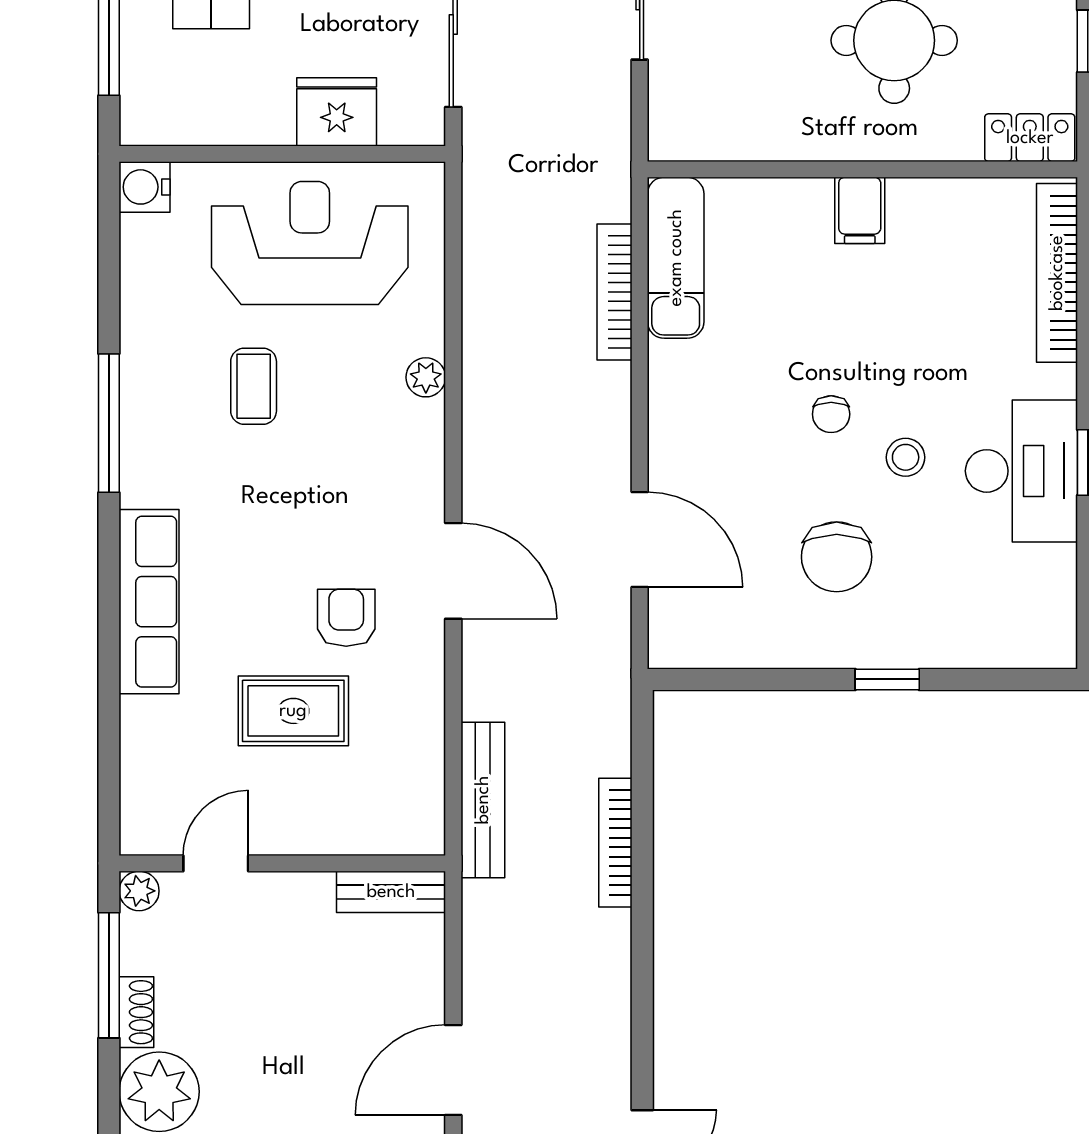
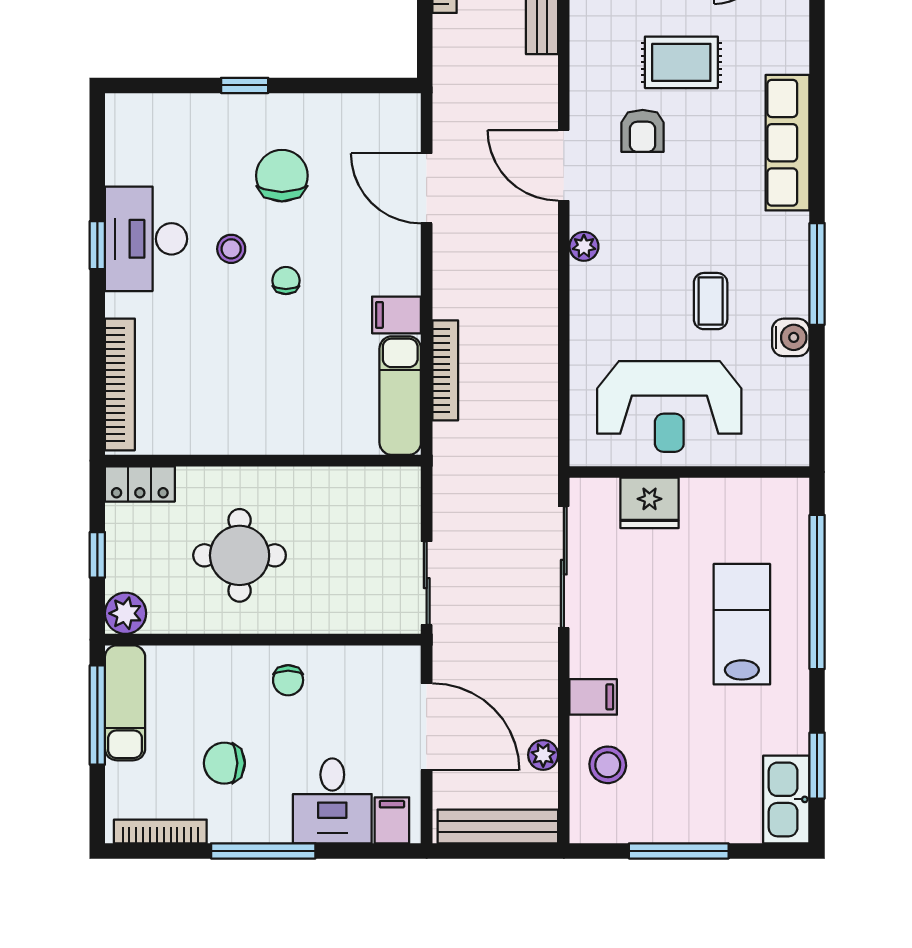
water cooler: (145, 187) -> (791, 337), moved
filing cabinet: (860, 210) -> (397, 315), moved, turned -90
plant: (426, 377) -> (584, 246), moved

